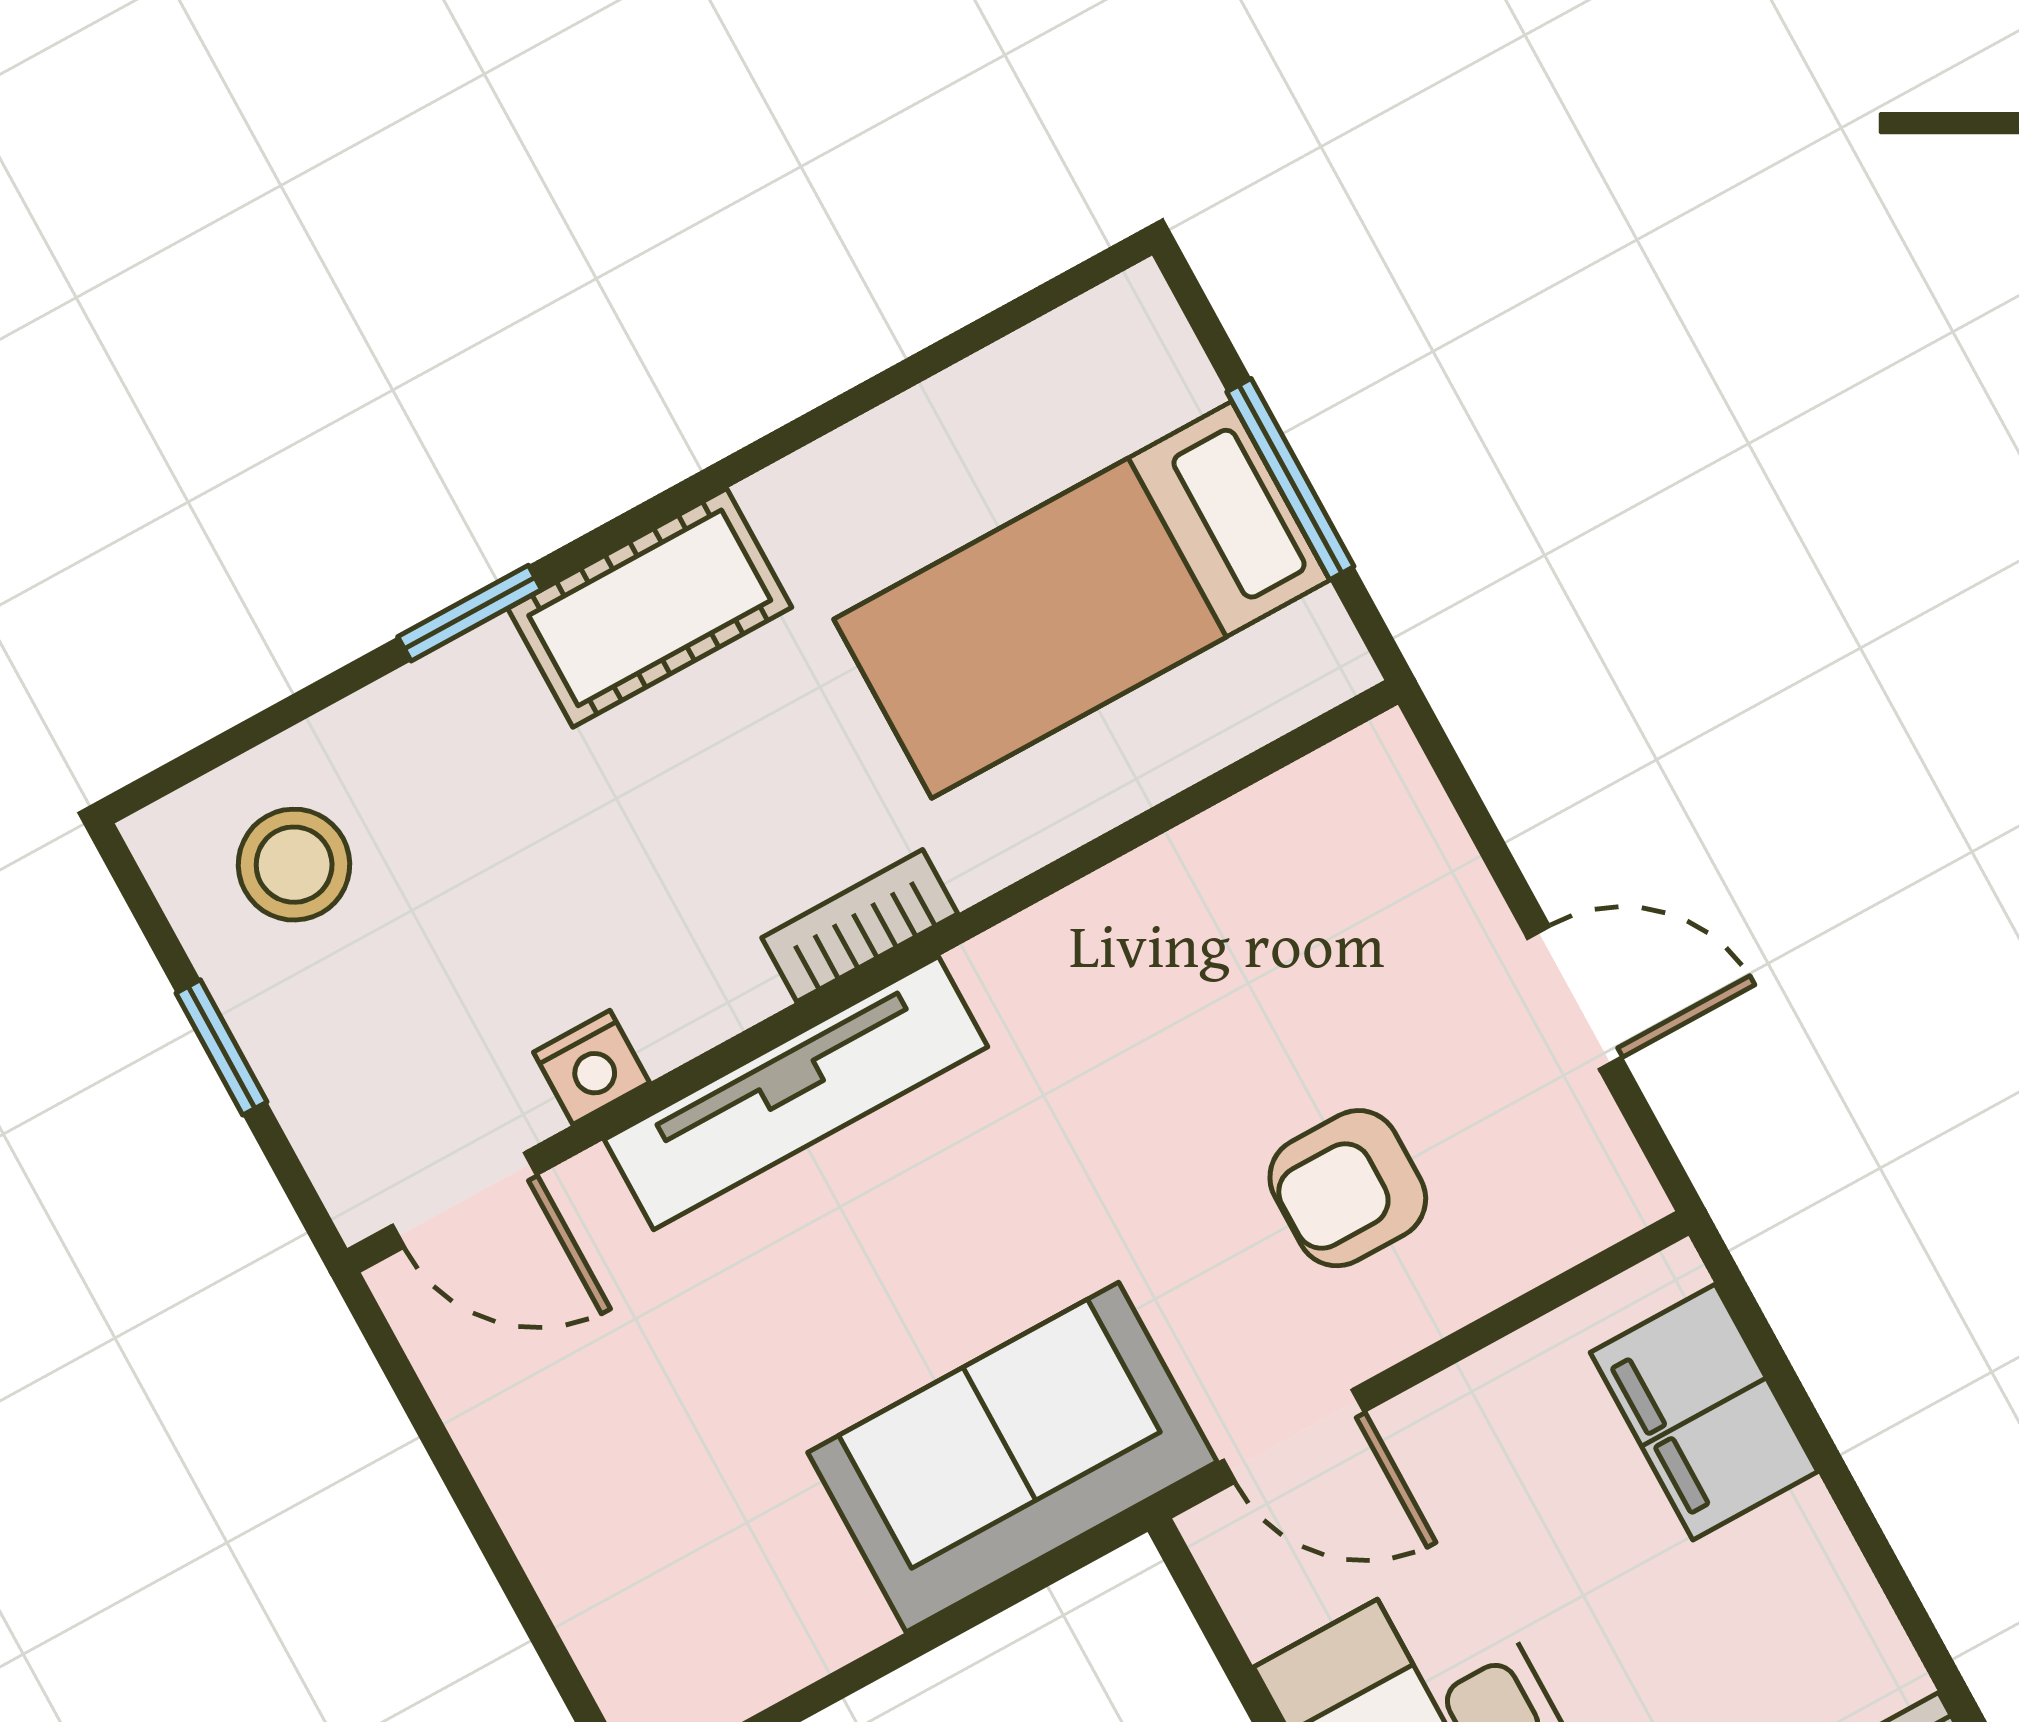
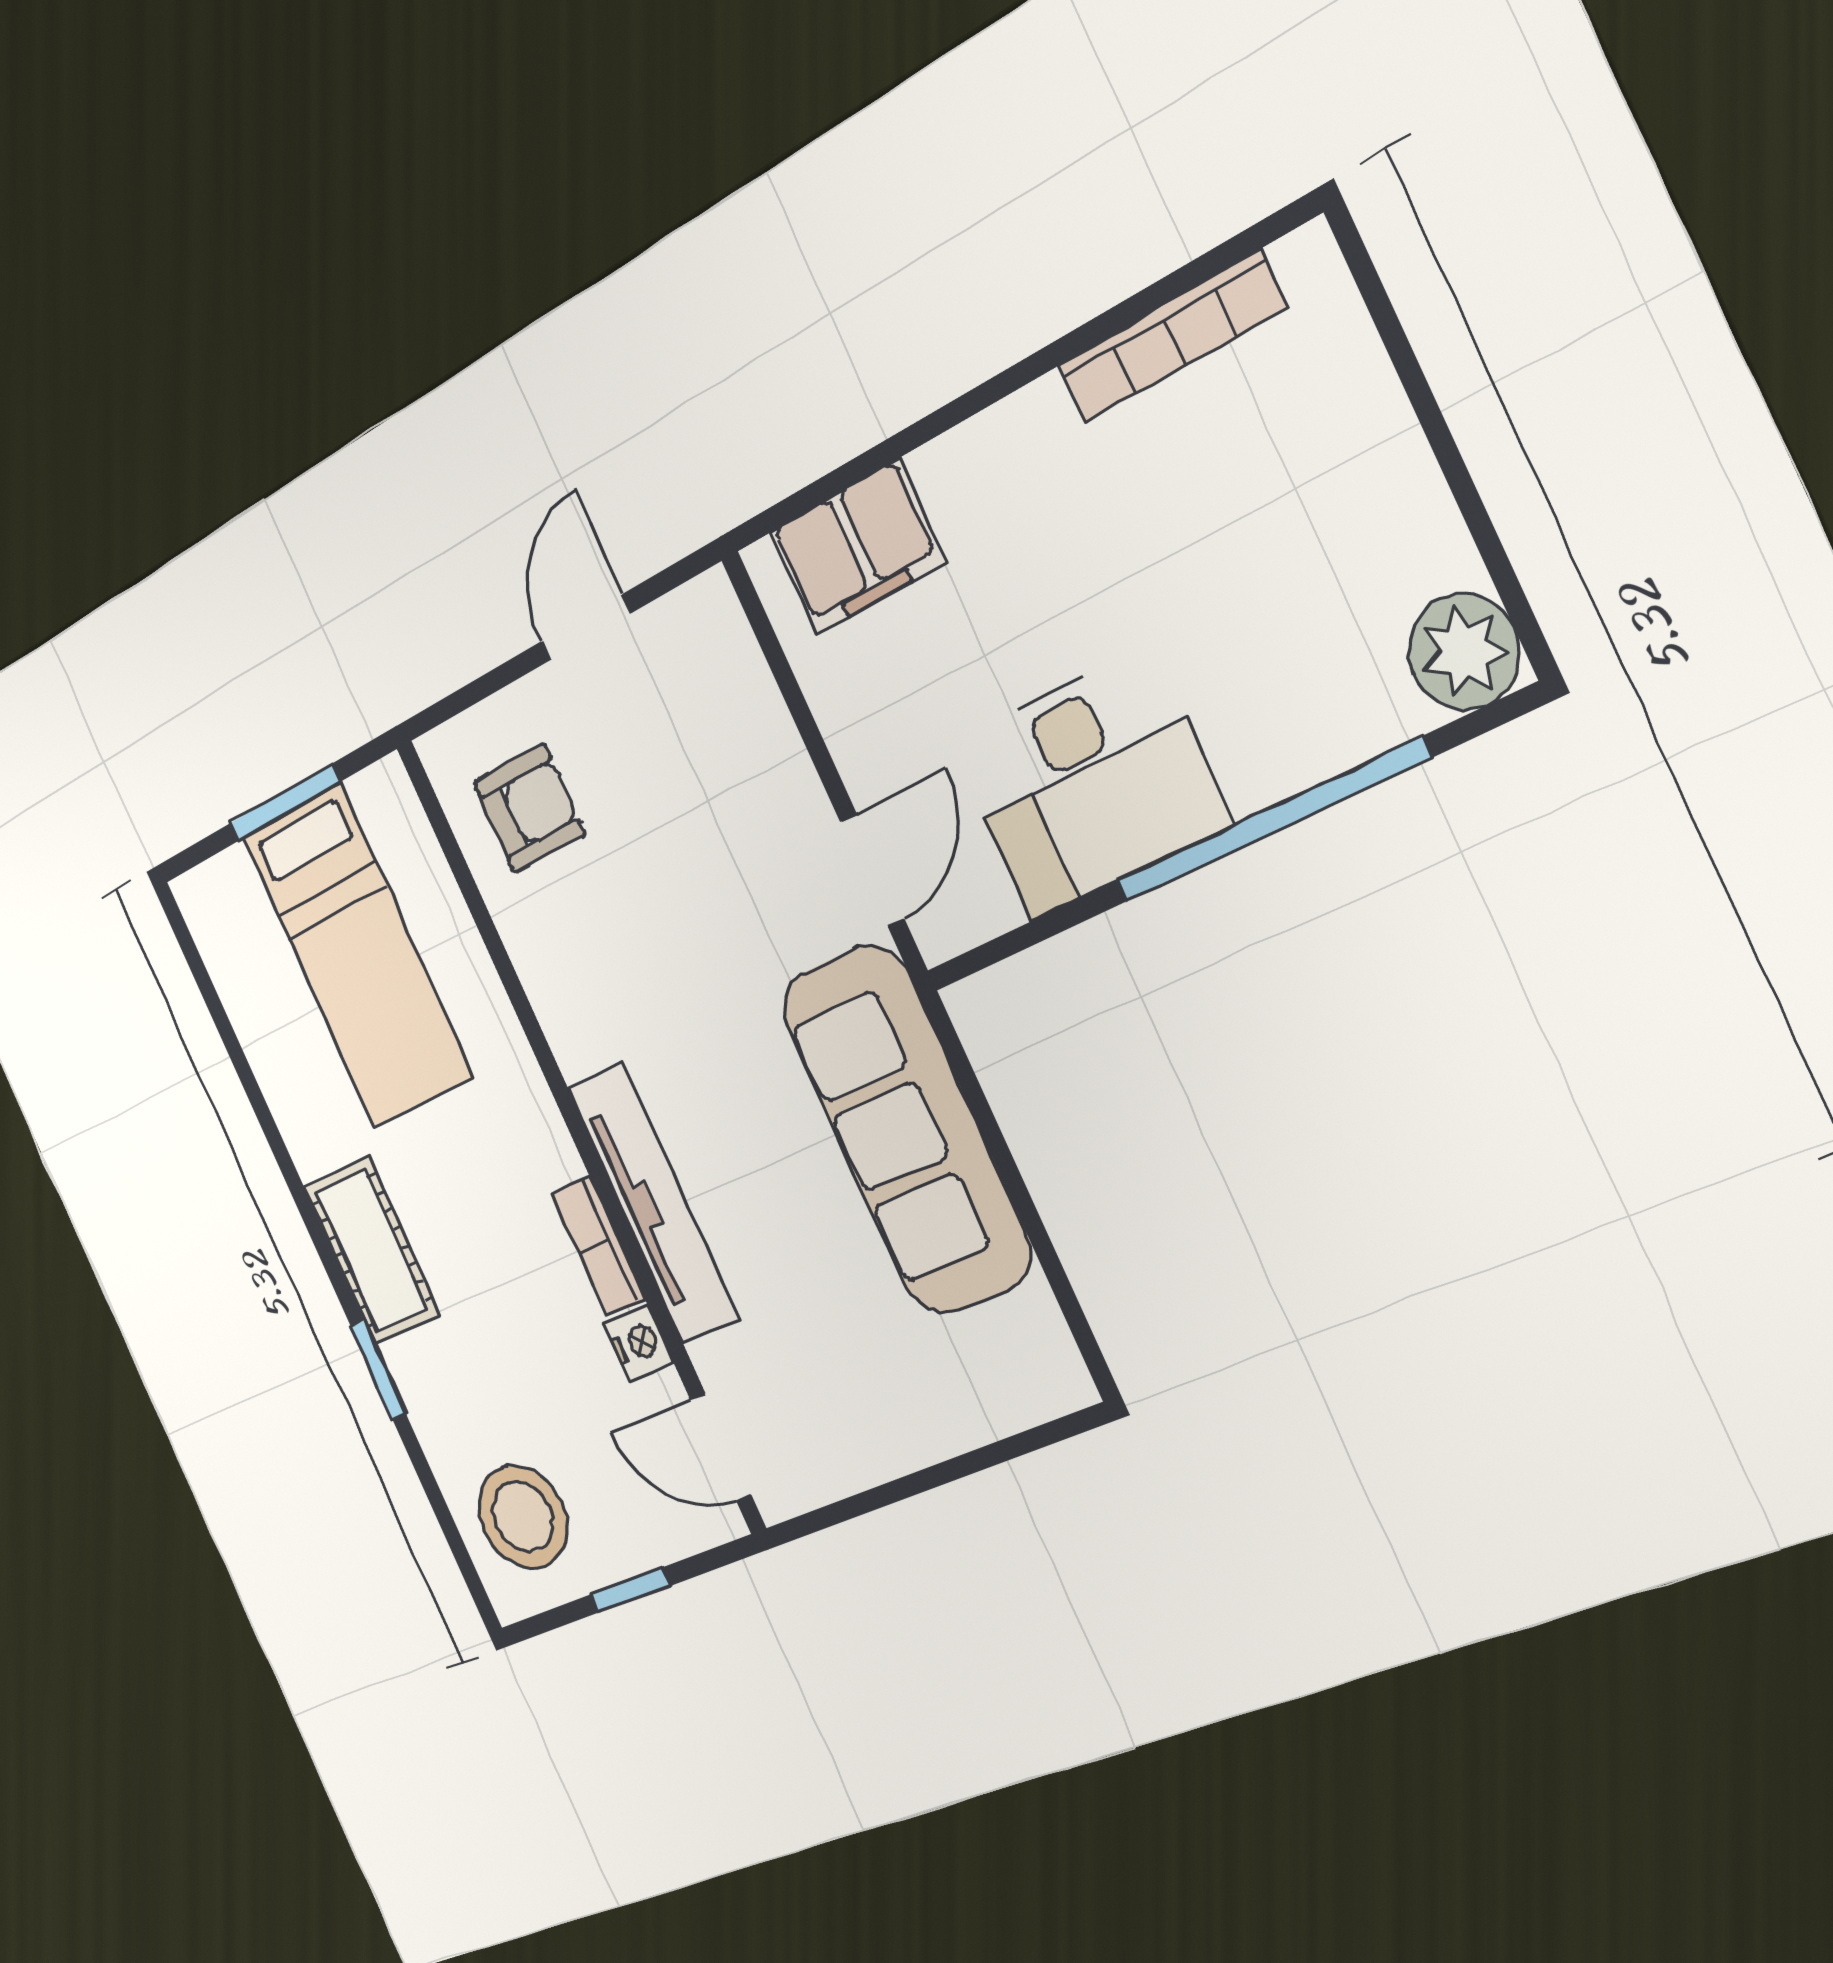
stool: (294, 865) -> (523, 1517), width x1.38, depth x1.38
bookcase: (860, 926) -> (598, 1246), moved
armchair: (1348, 1188) -> (529, 808), moved, turned -90
door: (464, 1200) -> (721, 1447), swing flipped
sofa: (1012, 1457) -> (906, 1130), width x1.36

